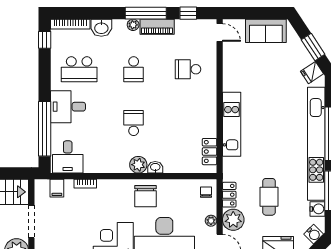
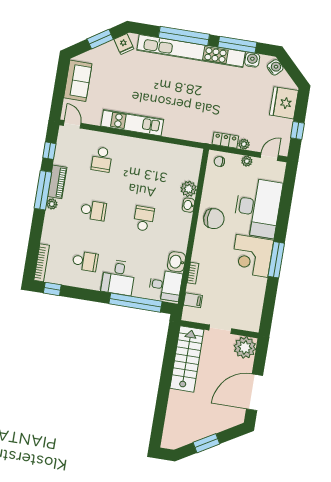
washbasin: (101, 28) -> (177, 262), moved, turned 180
door: (220, 32) -> (72, 124), hinge flipped
school desk: (79, 69) -> (85, 261), width x0.54
school desk: (134, 123) -> (144, 219), turned 90
kitchen unit: (232, 124) -> (132, 123), moved
locker: (210, 152) -> (182, 152), removed
plant: (138, 165) -> (189, 189), moved
cafe table: (269, 197) -> (233, 103), removed
plant: (233, 220) -> (244, 144), width x0.53, depth x0.53
doorway: (31, 222) -> (220, 329), width x0.73

